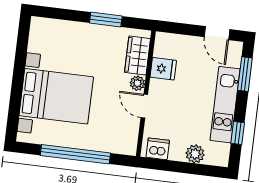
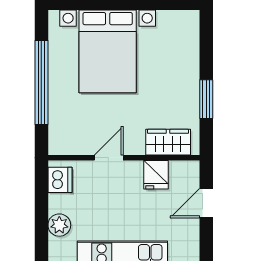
door: (217, 33) -> (206, 203), moved
plant: (137, 83) -> (135, 146), removed

